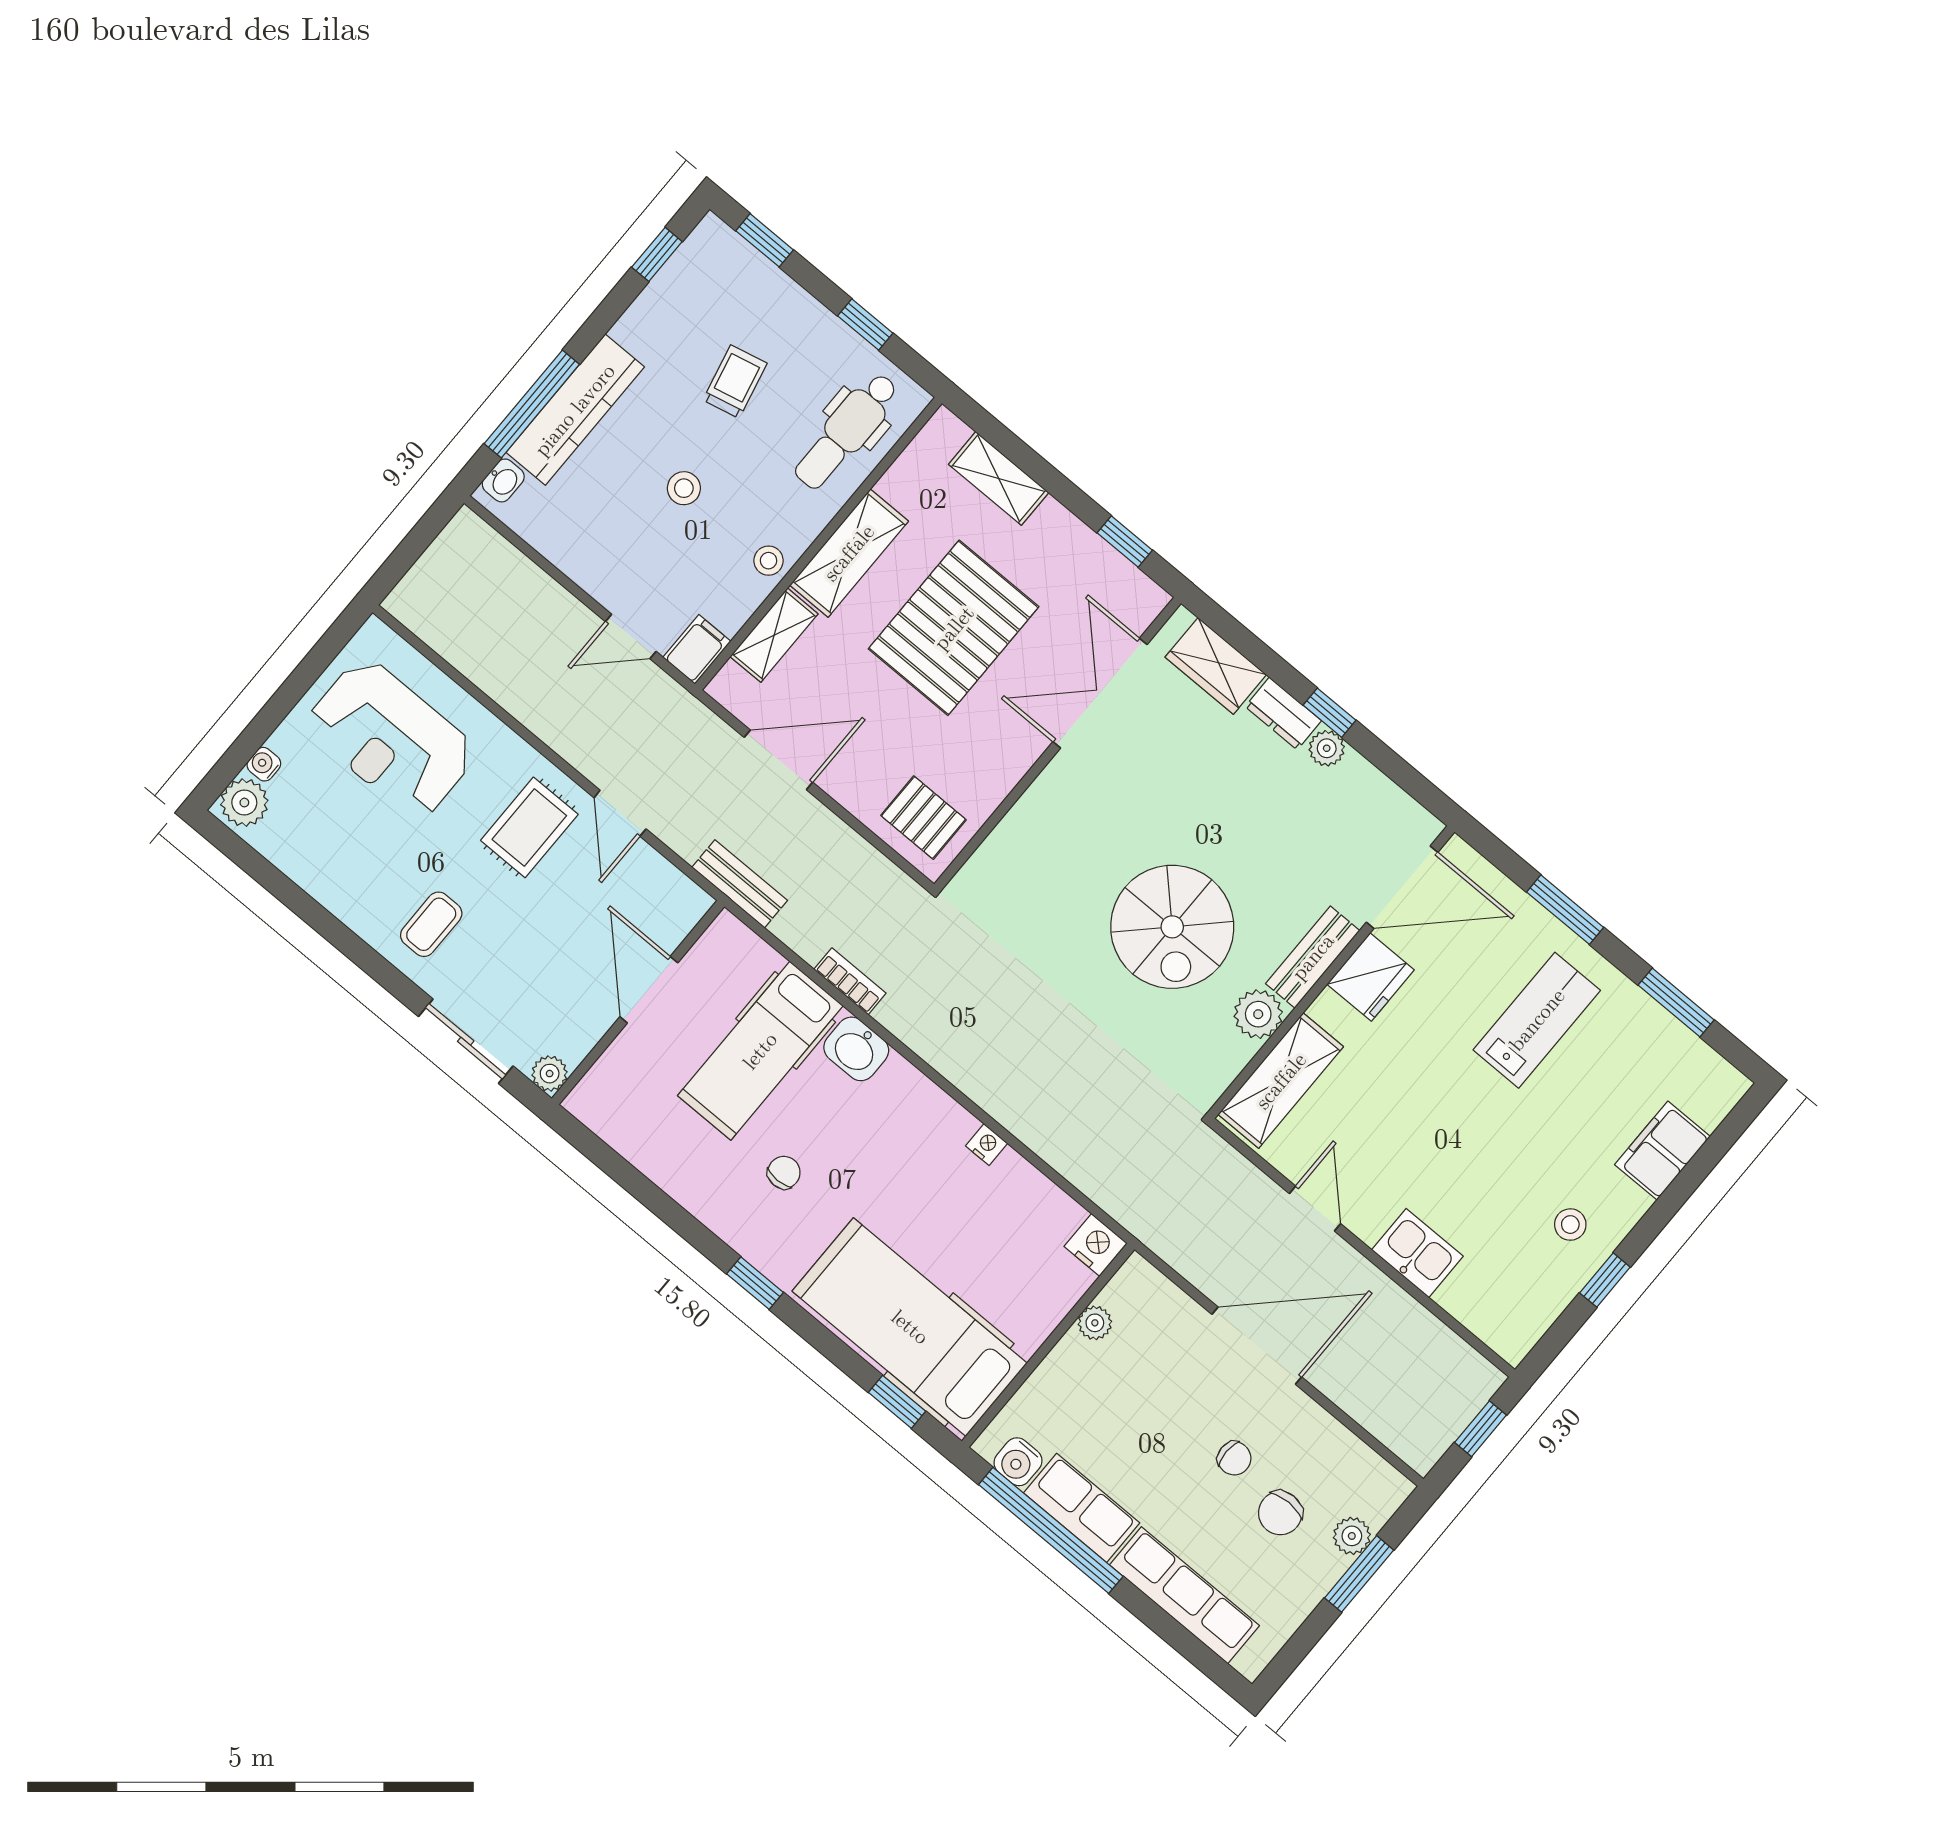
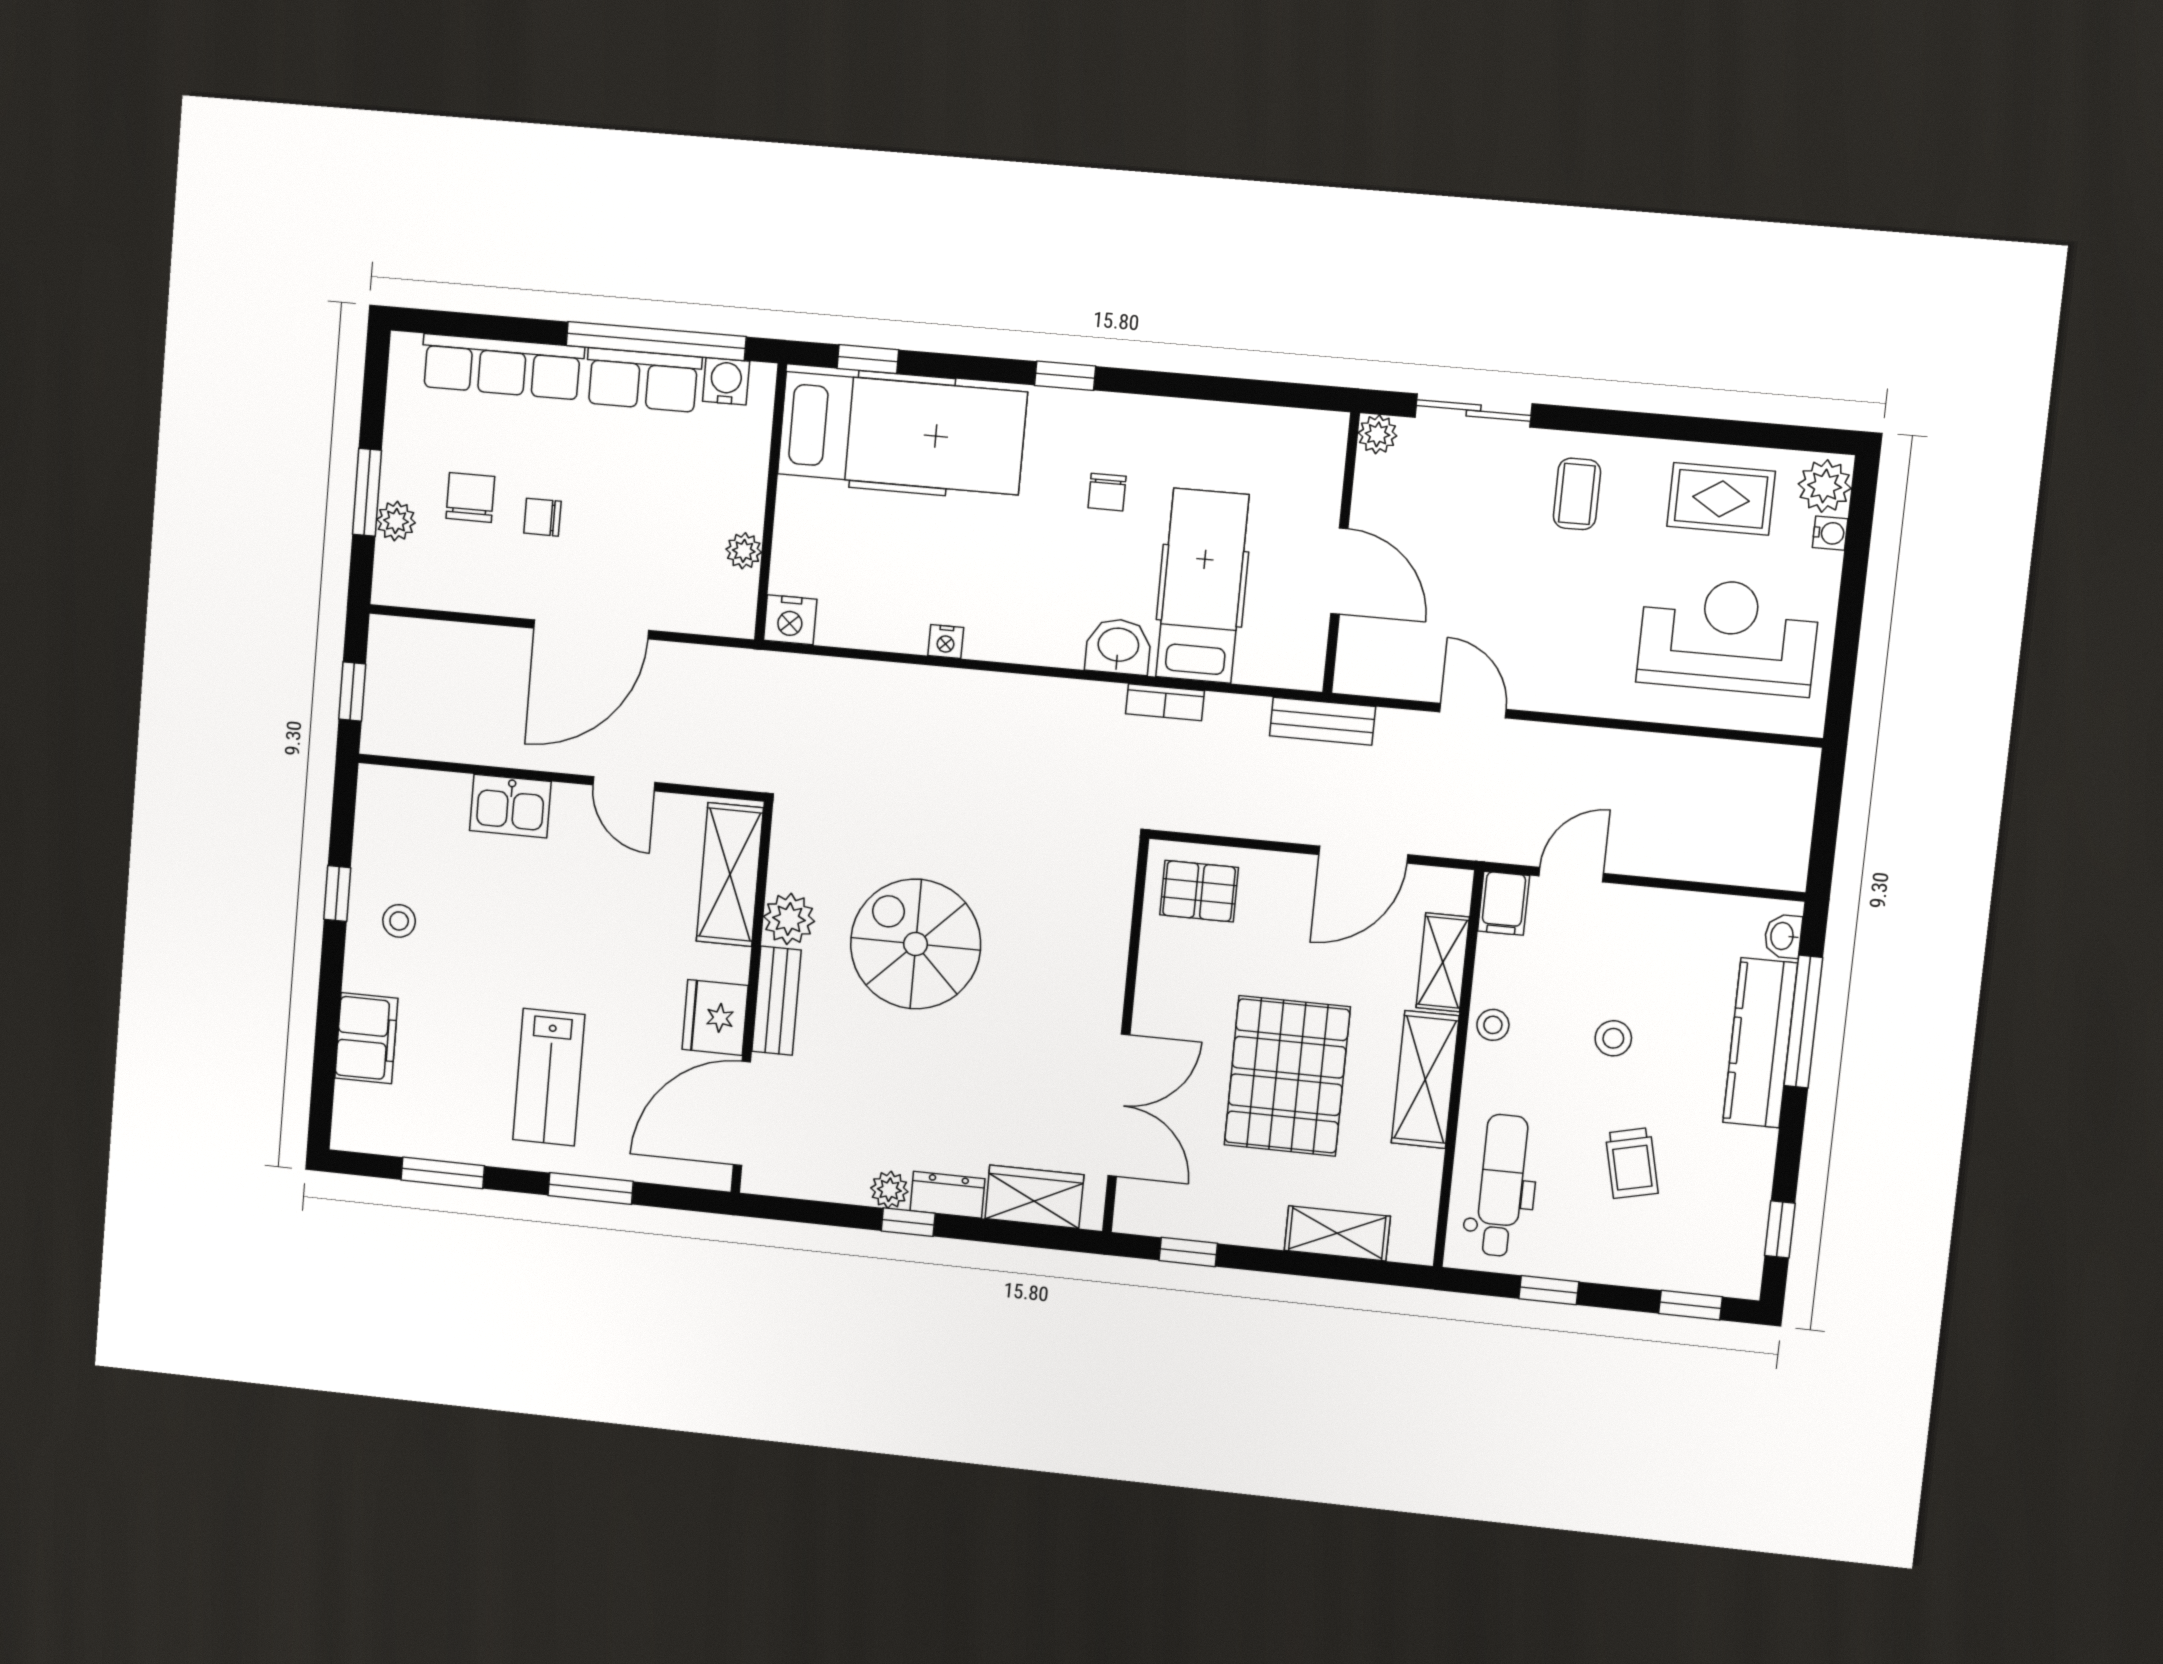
rug: (529, 827) -> (1721, 499), moved, turned 90

